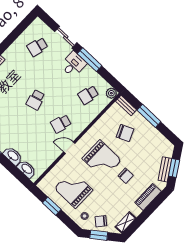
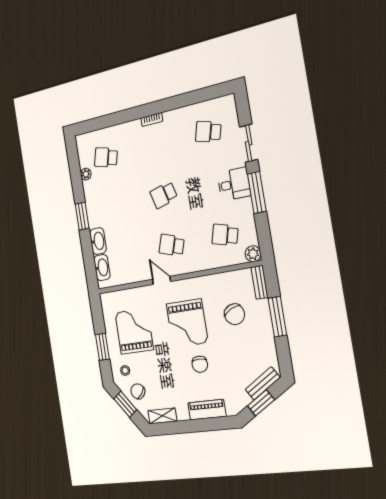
bench: (165, 169) -> (263, 383), moved
window: (52, 206) -> (102, 347), moved

